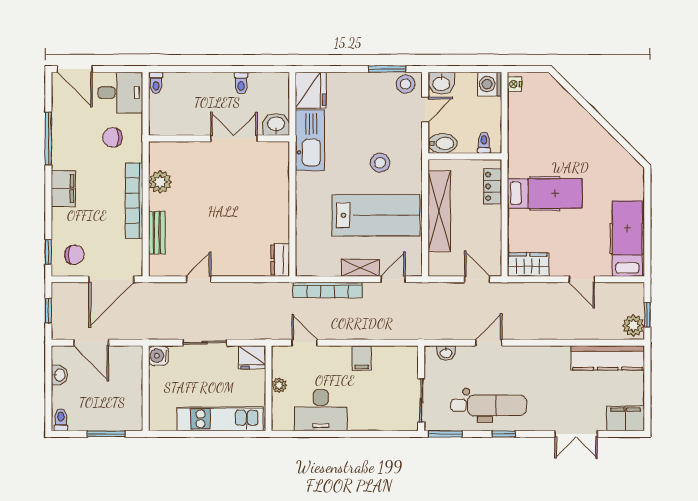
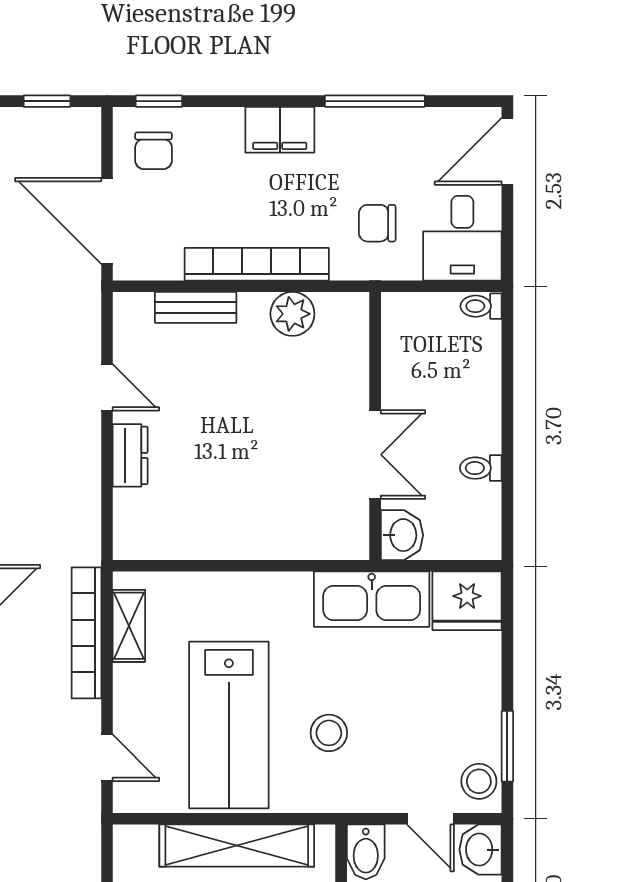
chair: (112, 137) -> (377, 223), turned -90
dresser: (280, 260) -> (130, 455), moved, turned 90
shelving: (360, 268) -> (129, 626), moved

